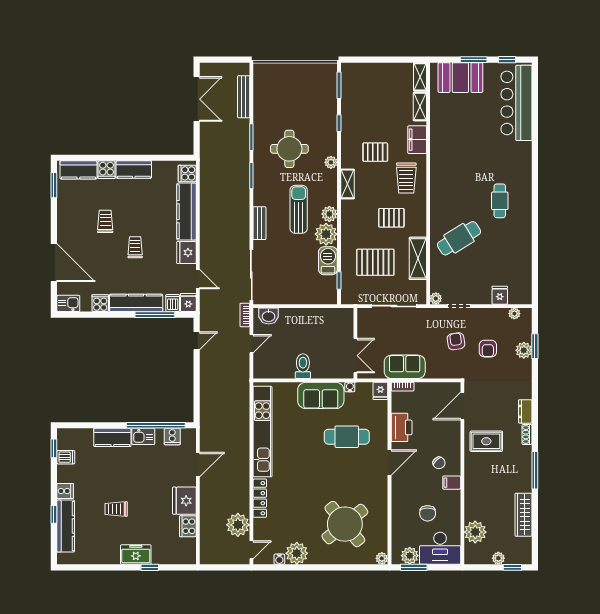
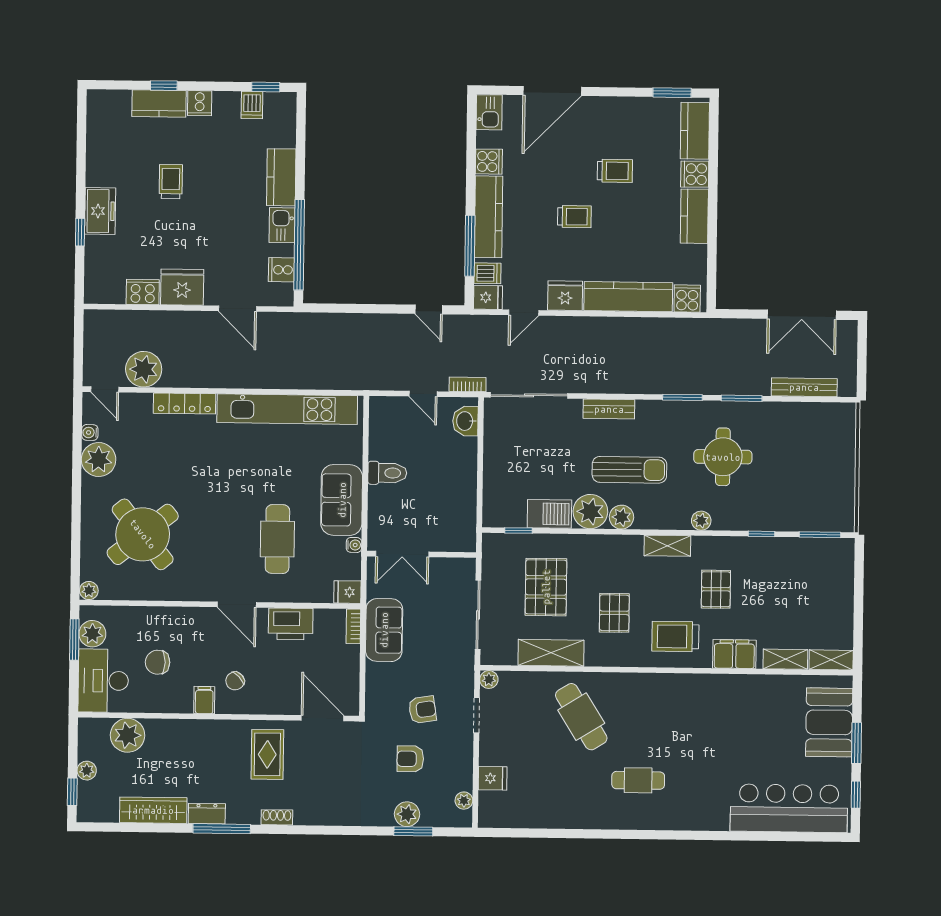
dresser: (525, 411) -> (207, 814), moved
kitchen counter: (66, 526) -> (159, 104), width x0.67

